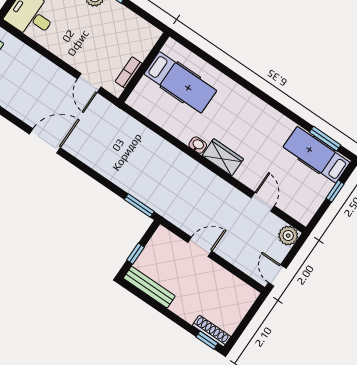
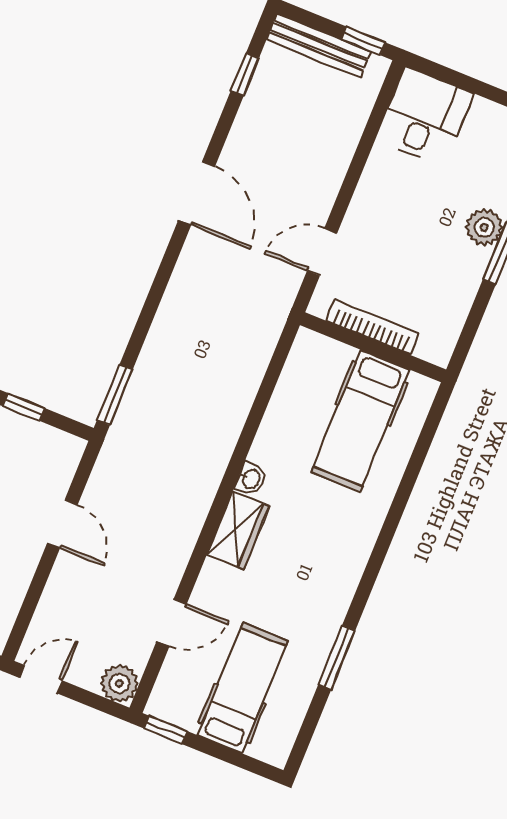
bookcase: (129, 73) -> (373, 327), width x1.56
window: (325, 139) -> (337, 658), moved
hospital bed: (317, 155) -> (243, 688), moved
window: (335, 191) -> (166, 730), moved

